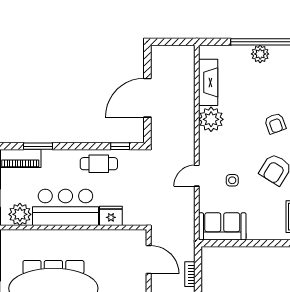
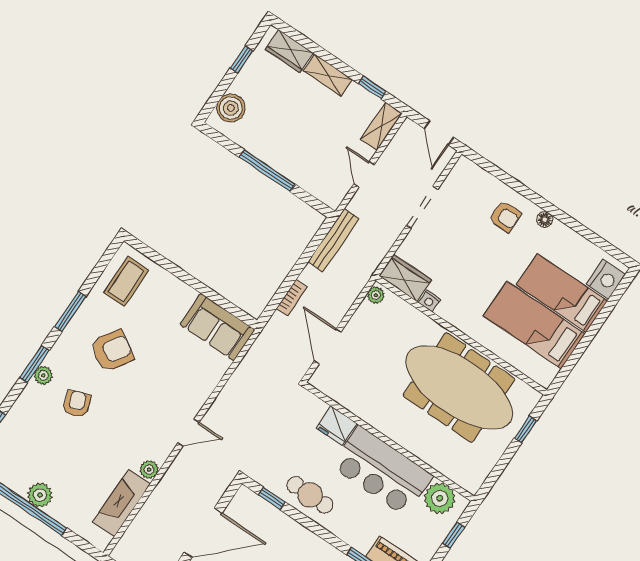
plant: (211, 119) -> (149, 470), width x0.53, depth x0.53
door: (197, 176) -> (188, 433), moved
side table: (232, 180) -> (170, 372), removed

